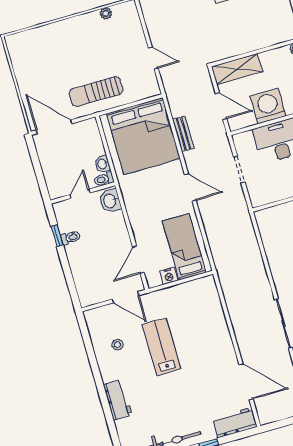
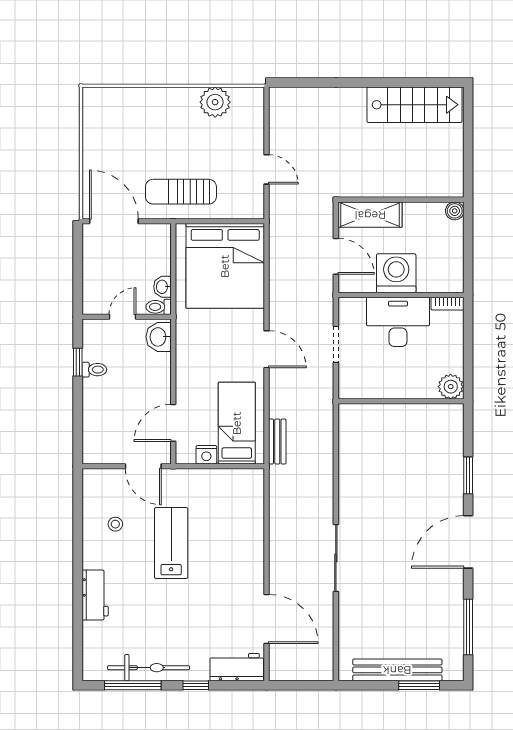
plant: (106, 13) -> (215, 102), width x1.87, depth x1.87
bench: (183, 134) -> (277, 442), moved

